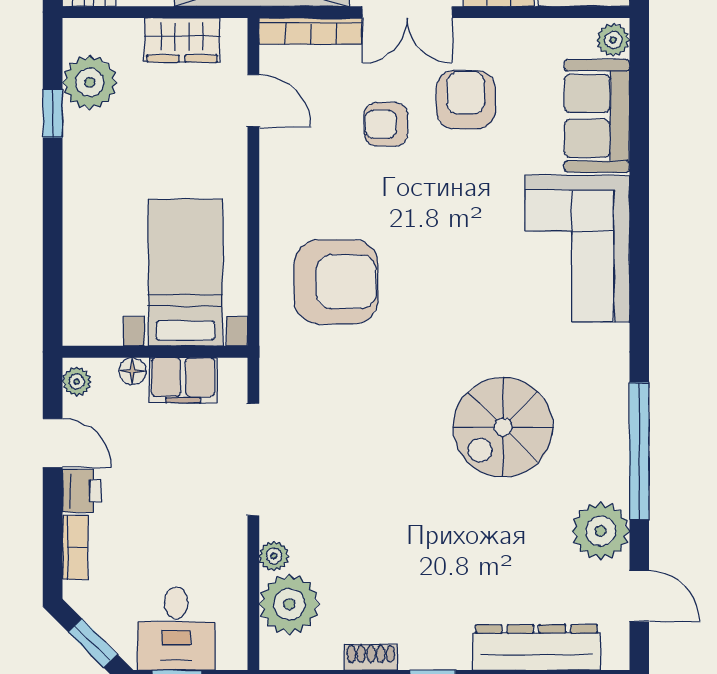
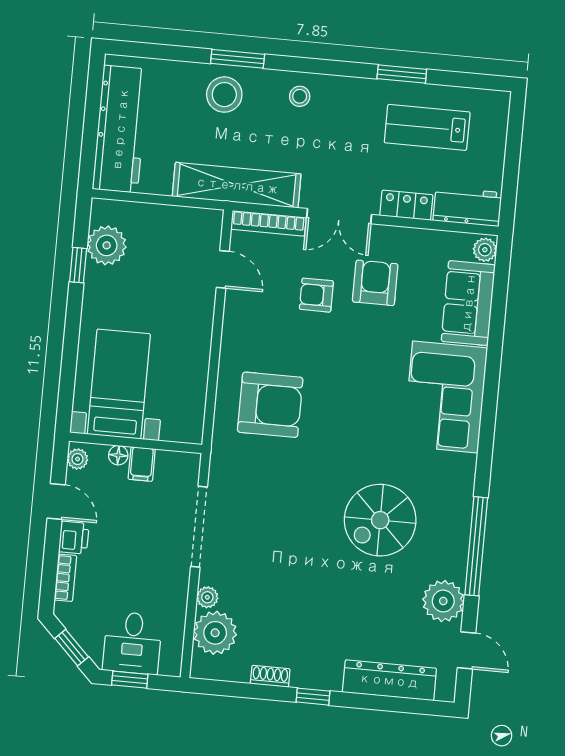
wardrobe: (182, 40) -> (176, 221), removed
bed with nightstands: (185, 273) -> (119, 384), moved
filing cabinet: (183, 380) -> (142, 464), width x0.50

